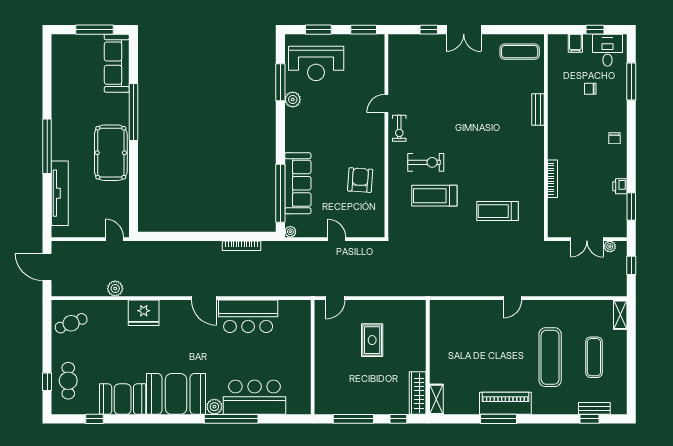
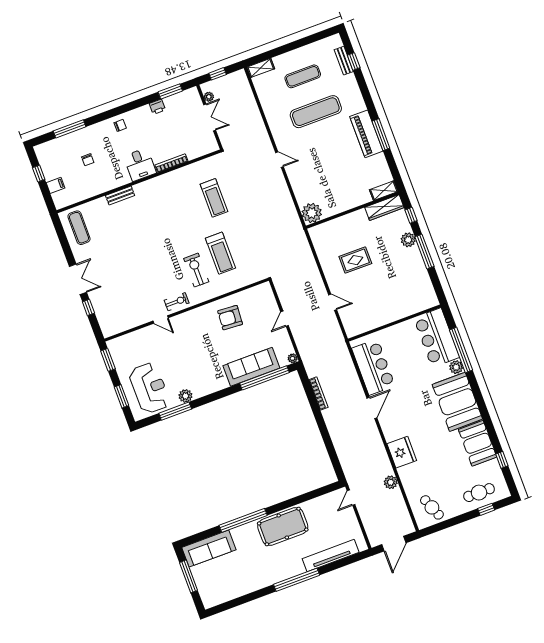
desk: (607, 50) -> (140, 165), moved, turned -90
plant: (441, 312) -> (312, 213), added
wall: (313, 357) -> (394, 323), moved
plant: (373, 406) -> (408, 240), added

